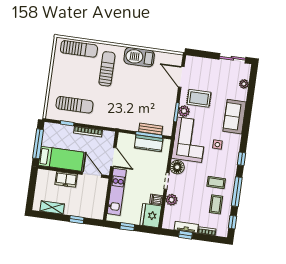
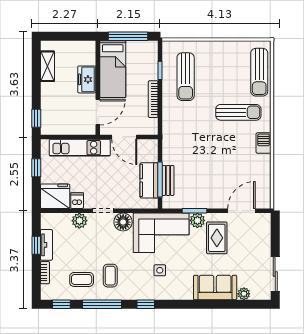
barbecue: (139, 57) -> (264, 143), width x0.53, depth x0.65
sofa: (235, 117) -> (215, 288), moved
door: (113, 157) -> (124, 137), hinge flipped
window: (77, 220) -> (36, 118), moved

